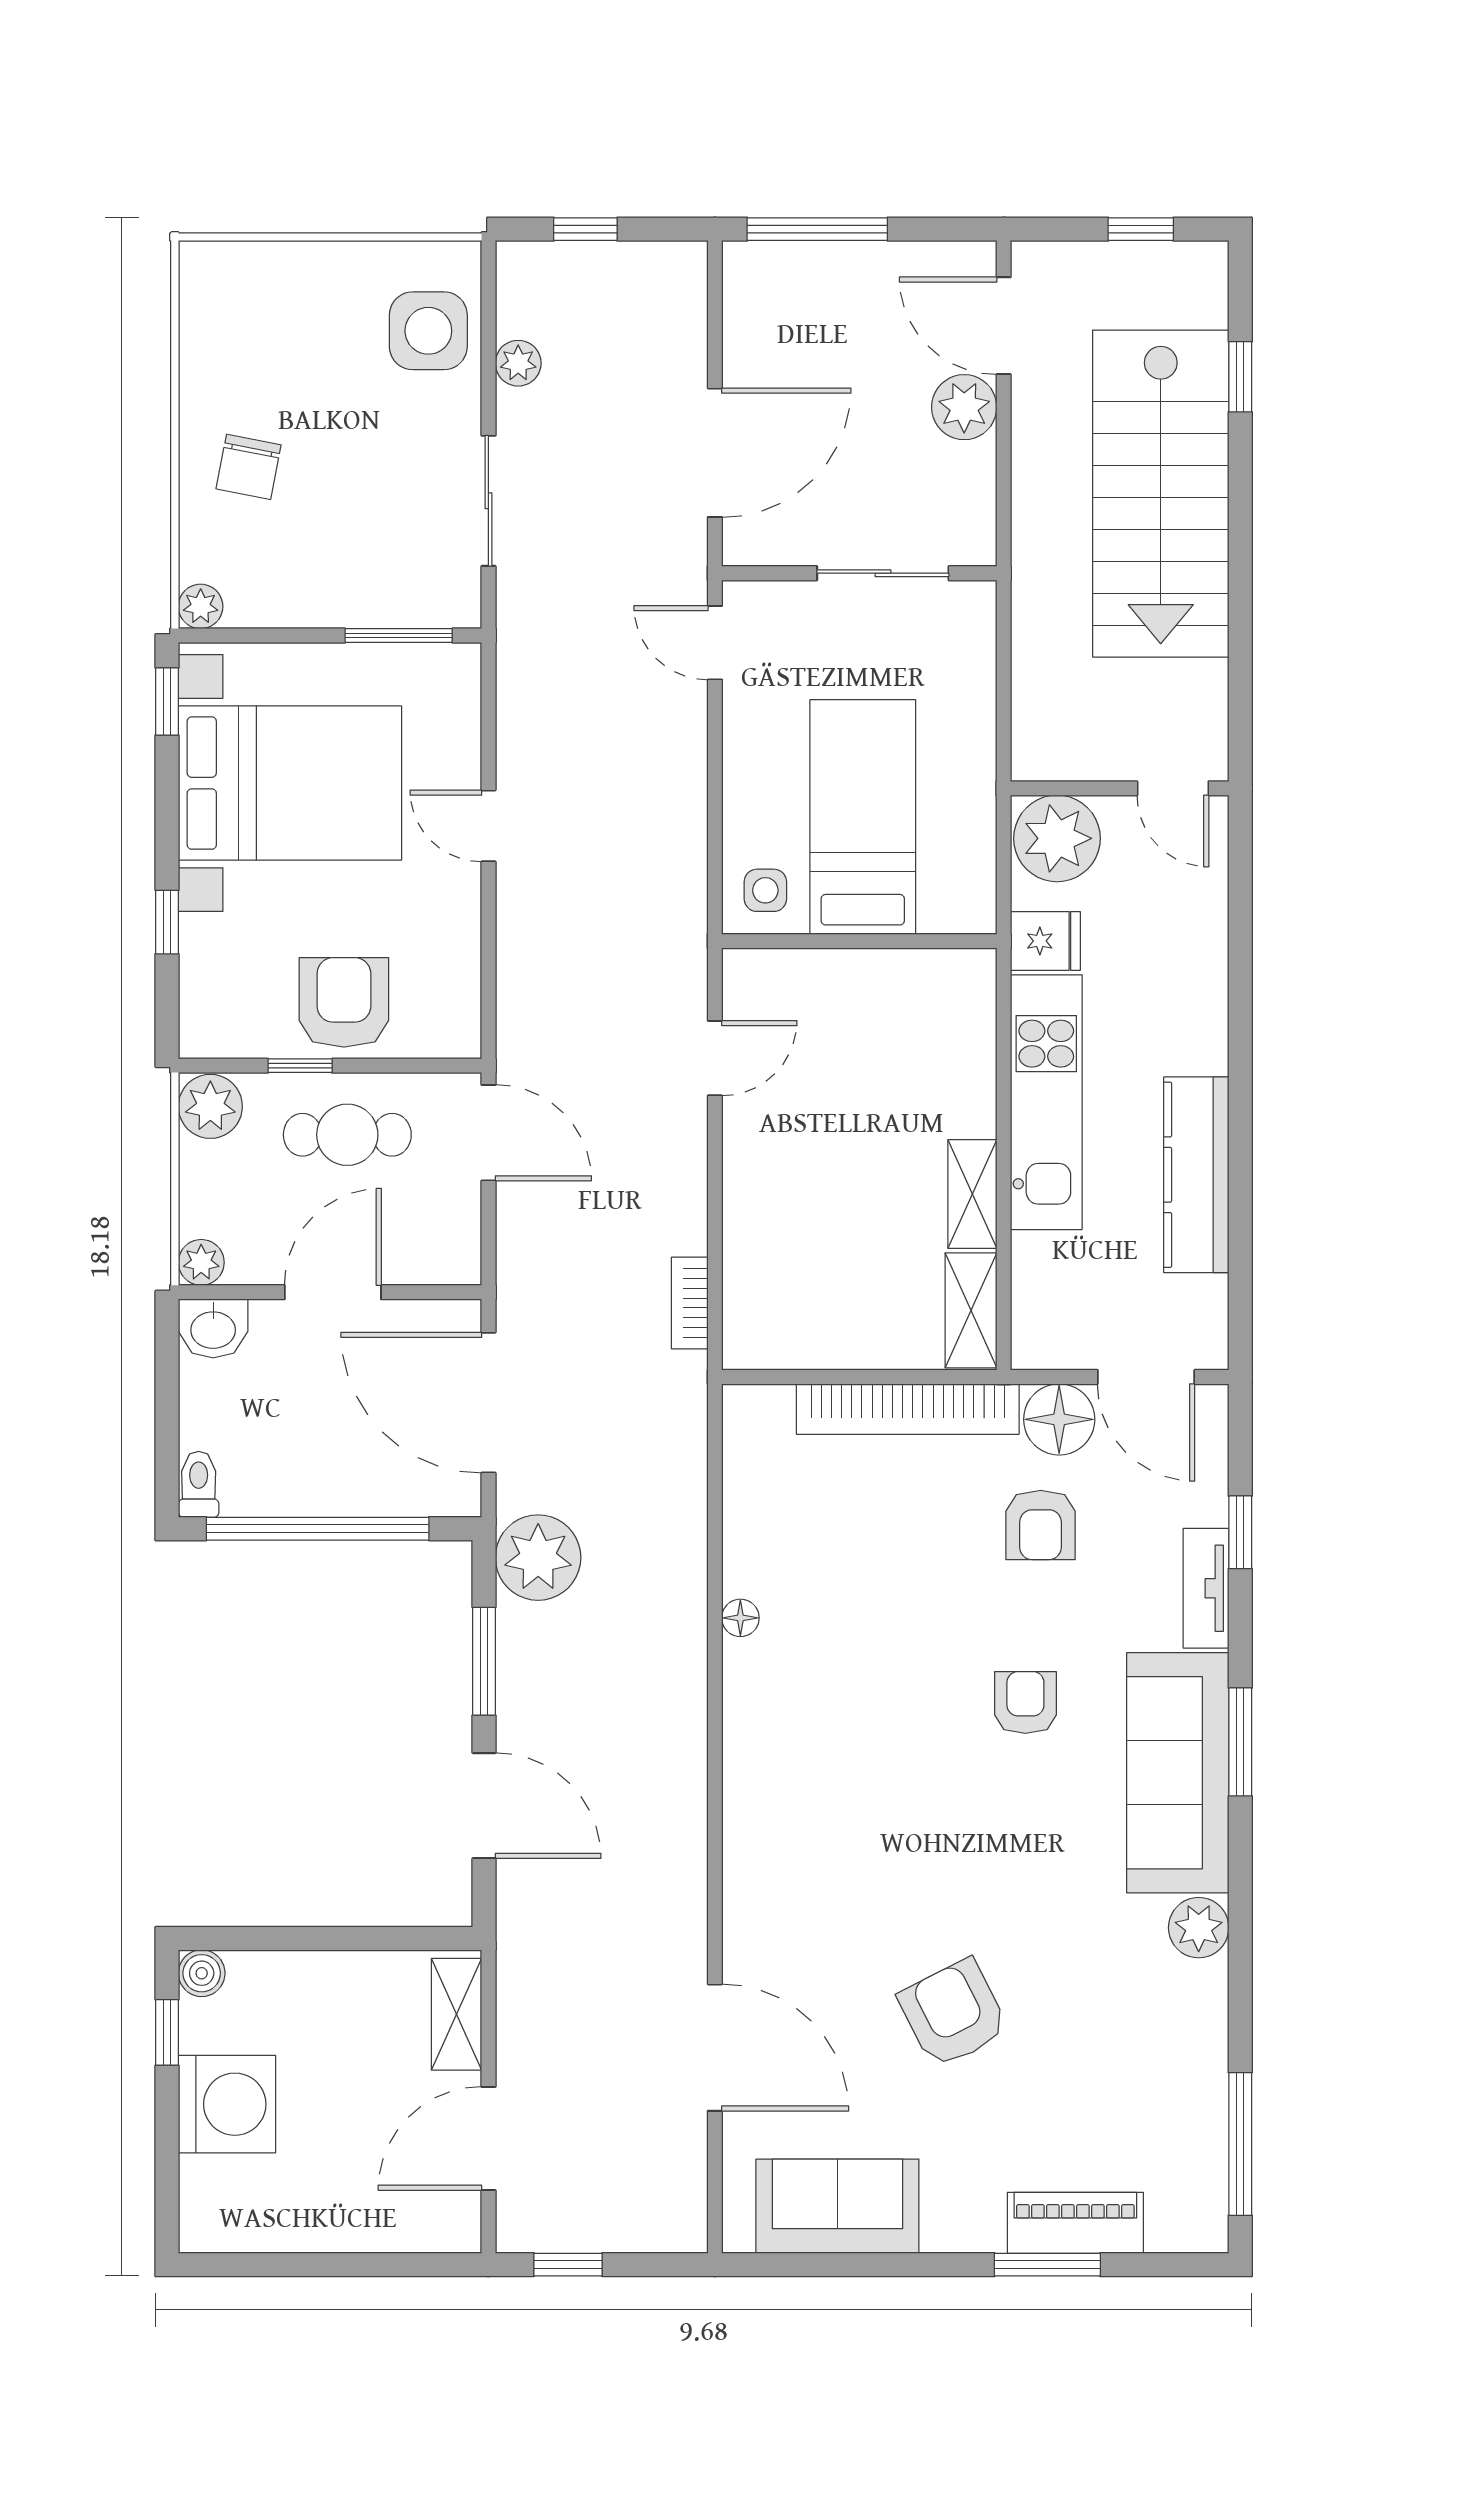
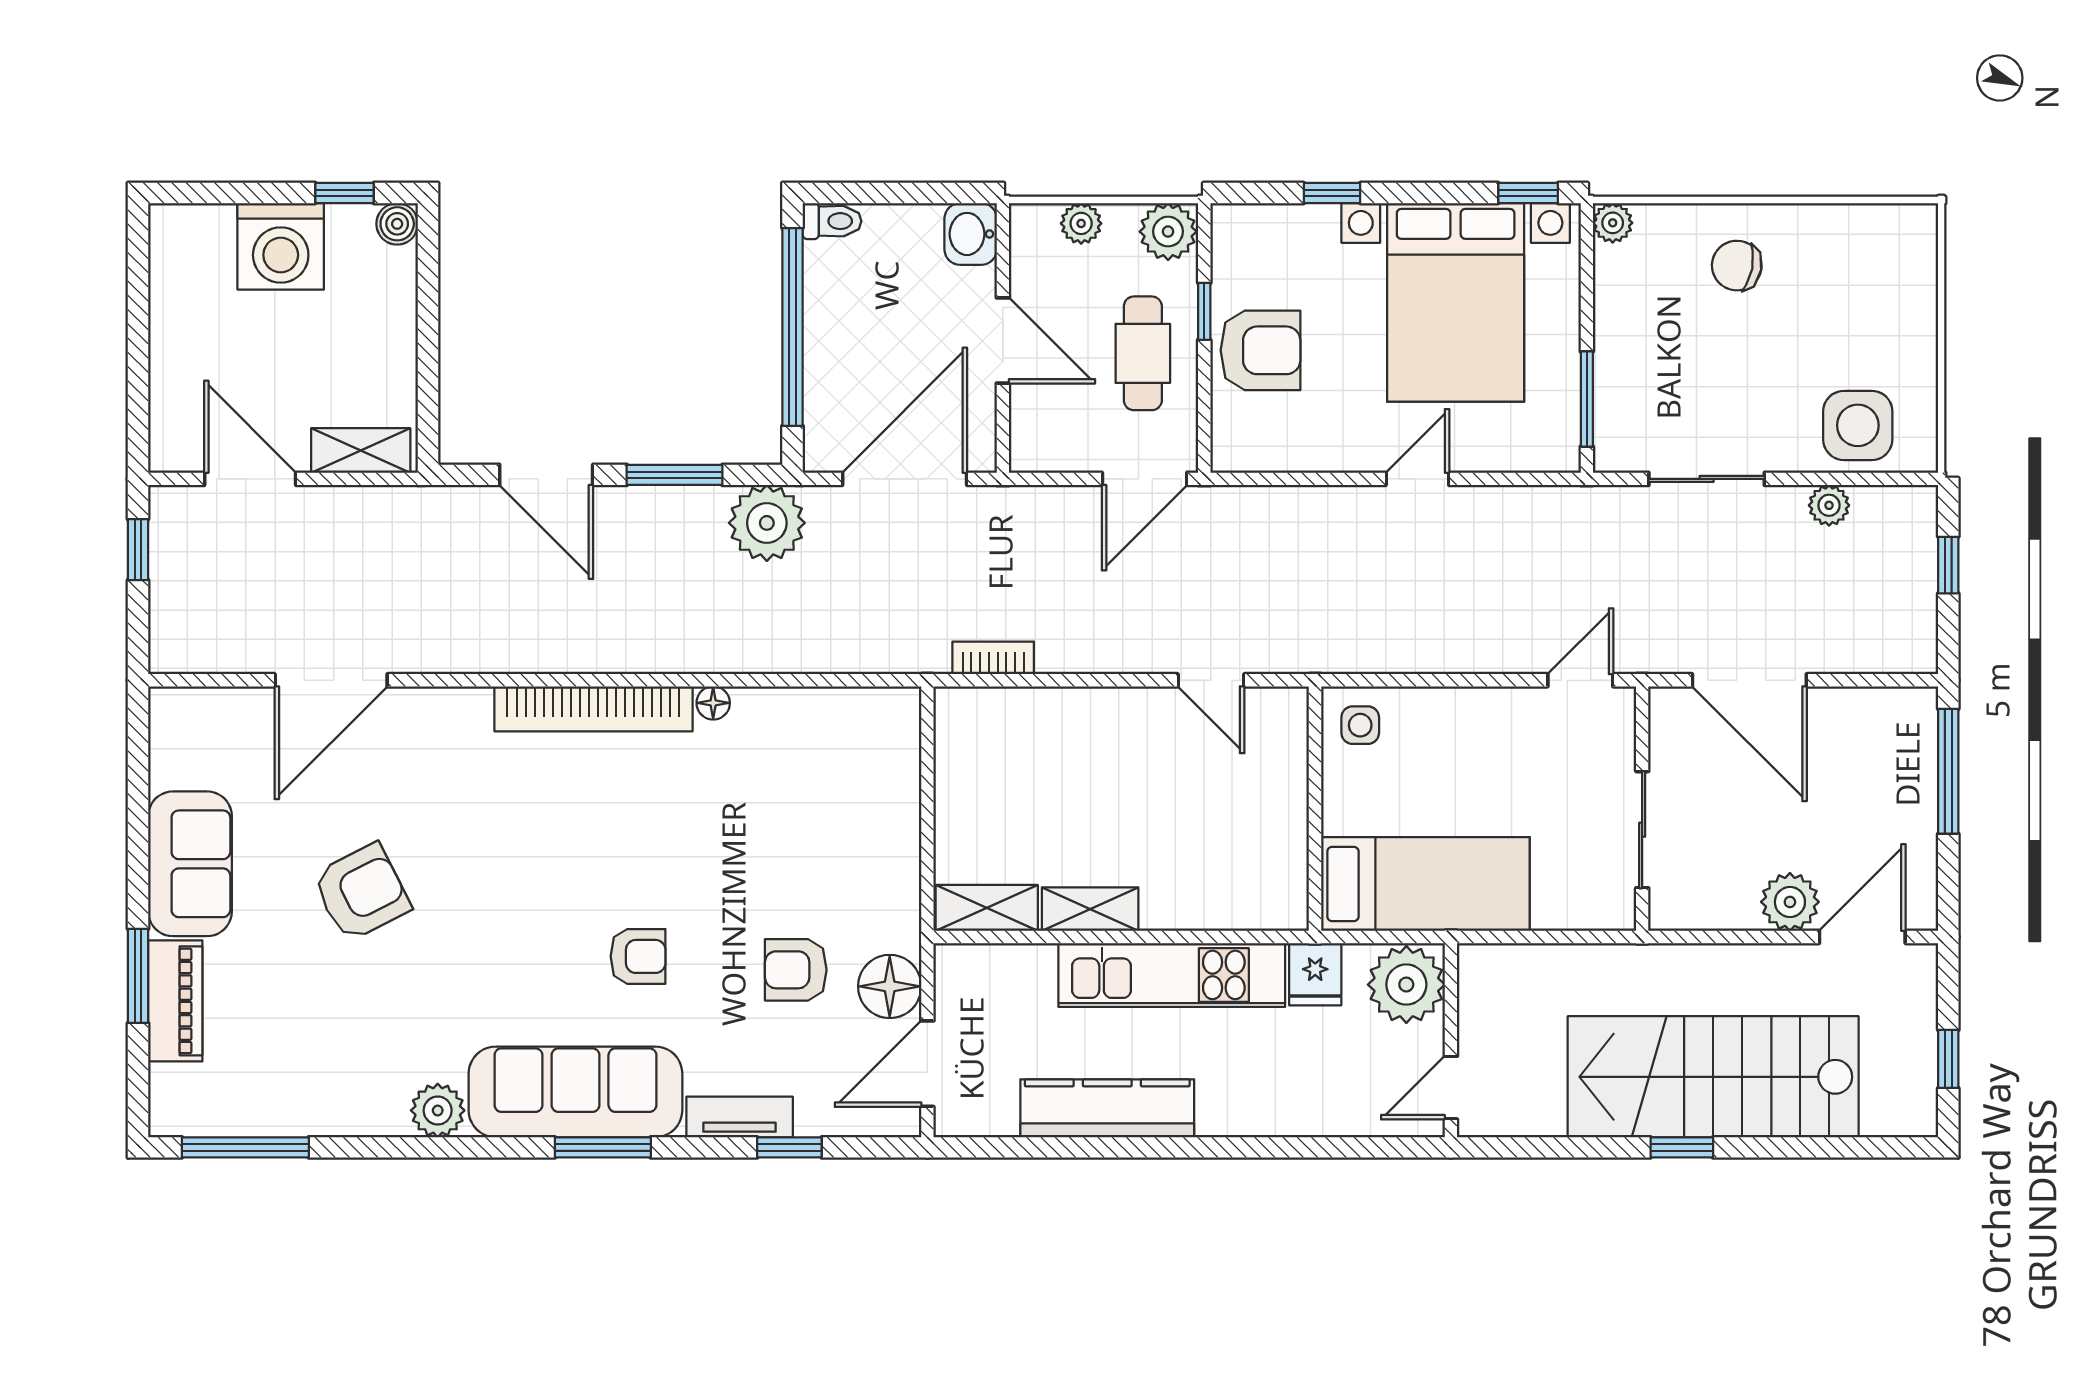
window: (1240, 377) -> (1682, 1147), moved
bed: (863, 817) -> (1425, 884), moved
plant: (201, 1262) -> (1081, 223), moved
bookcase: (908, 1409) -> (593, 709), moved, turned -90
door: (484, 1806) -> (546, 475), hinge flipped
sofa: (837, 2206) -> (190, 864), moved

